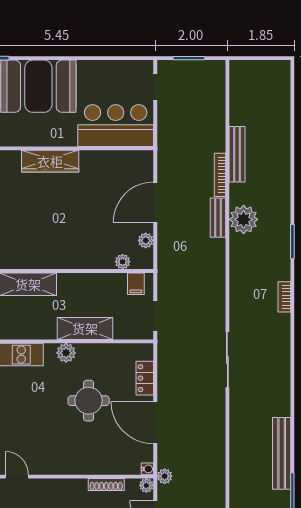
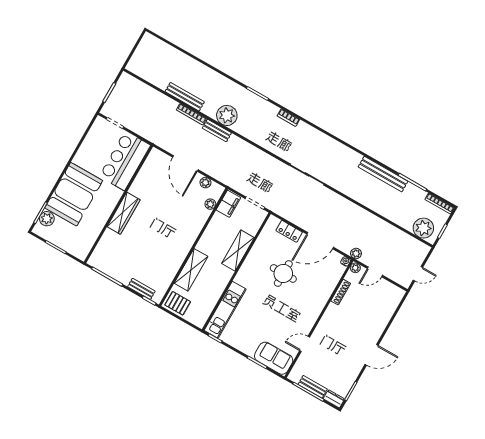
filing cabinet: (136, 284) -> (228, 204), width x2.00
plant: (66, 353) -> (246, 270), removed

